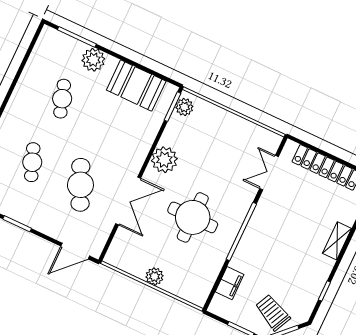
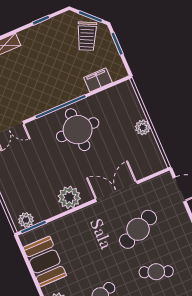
cafe table: (32, 162) -> (156, 272), turned 42
round table: (193, 217) -> (78, 130), moved

